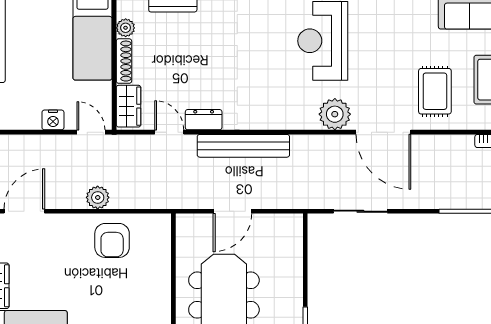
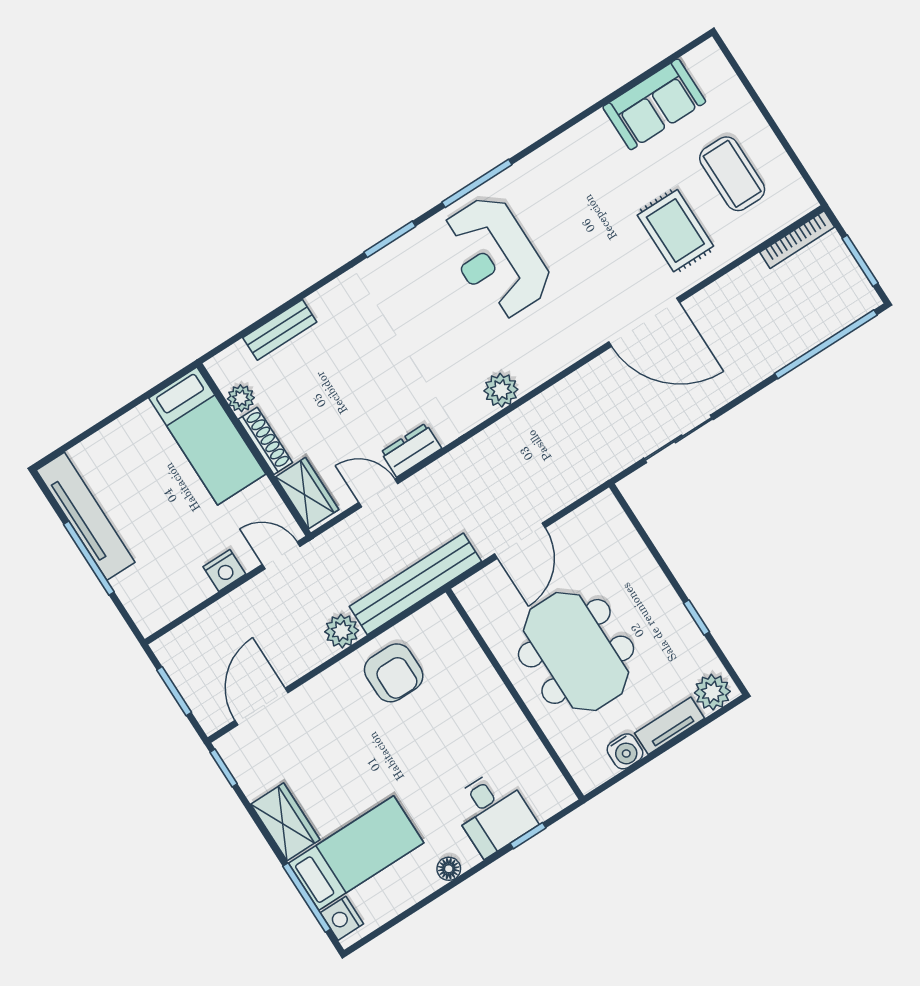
plant: (335, 114) -> (501, 390), moved, width x0.73, depth x0.73
bench: (243, 146) -> (415, 584), moved

